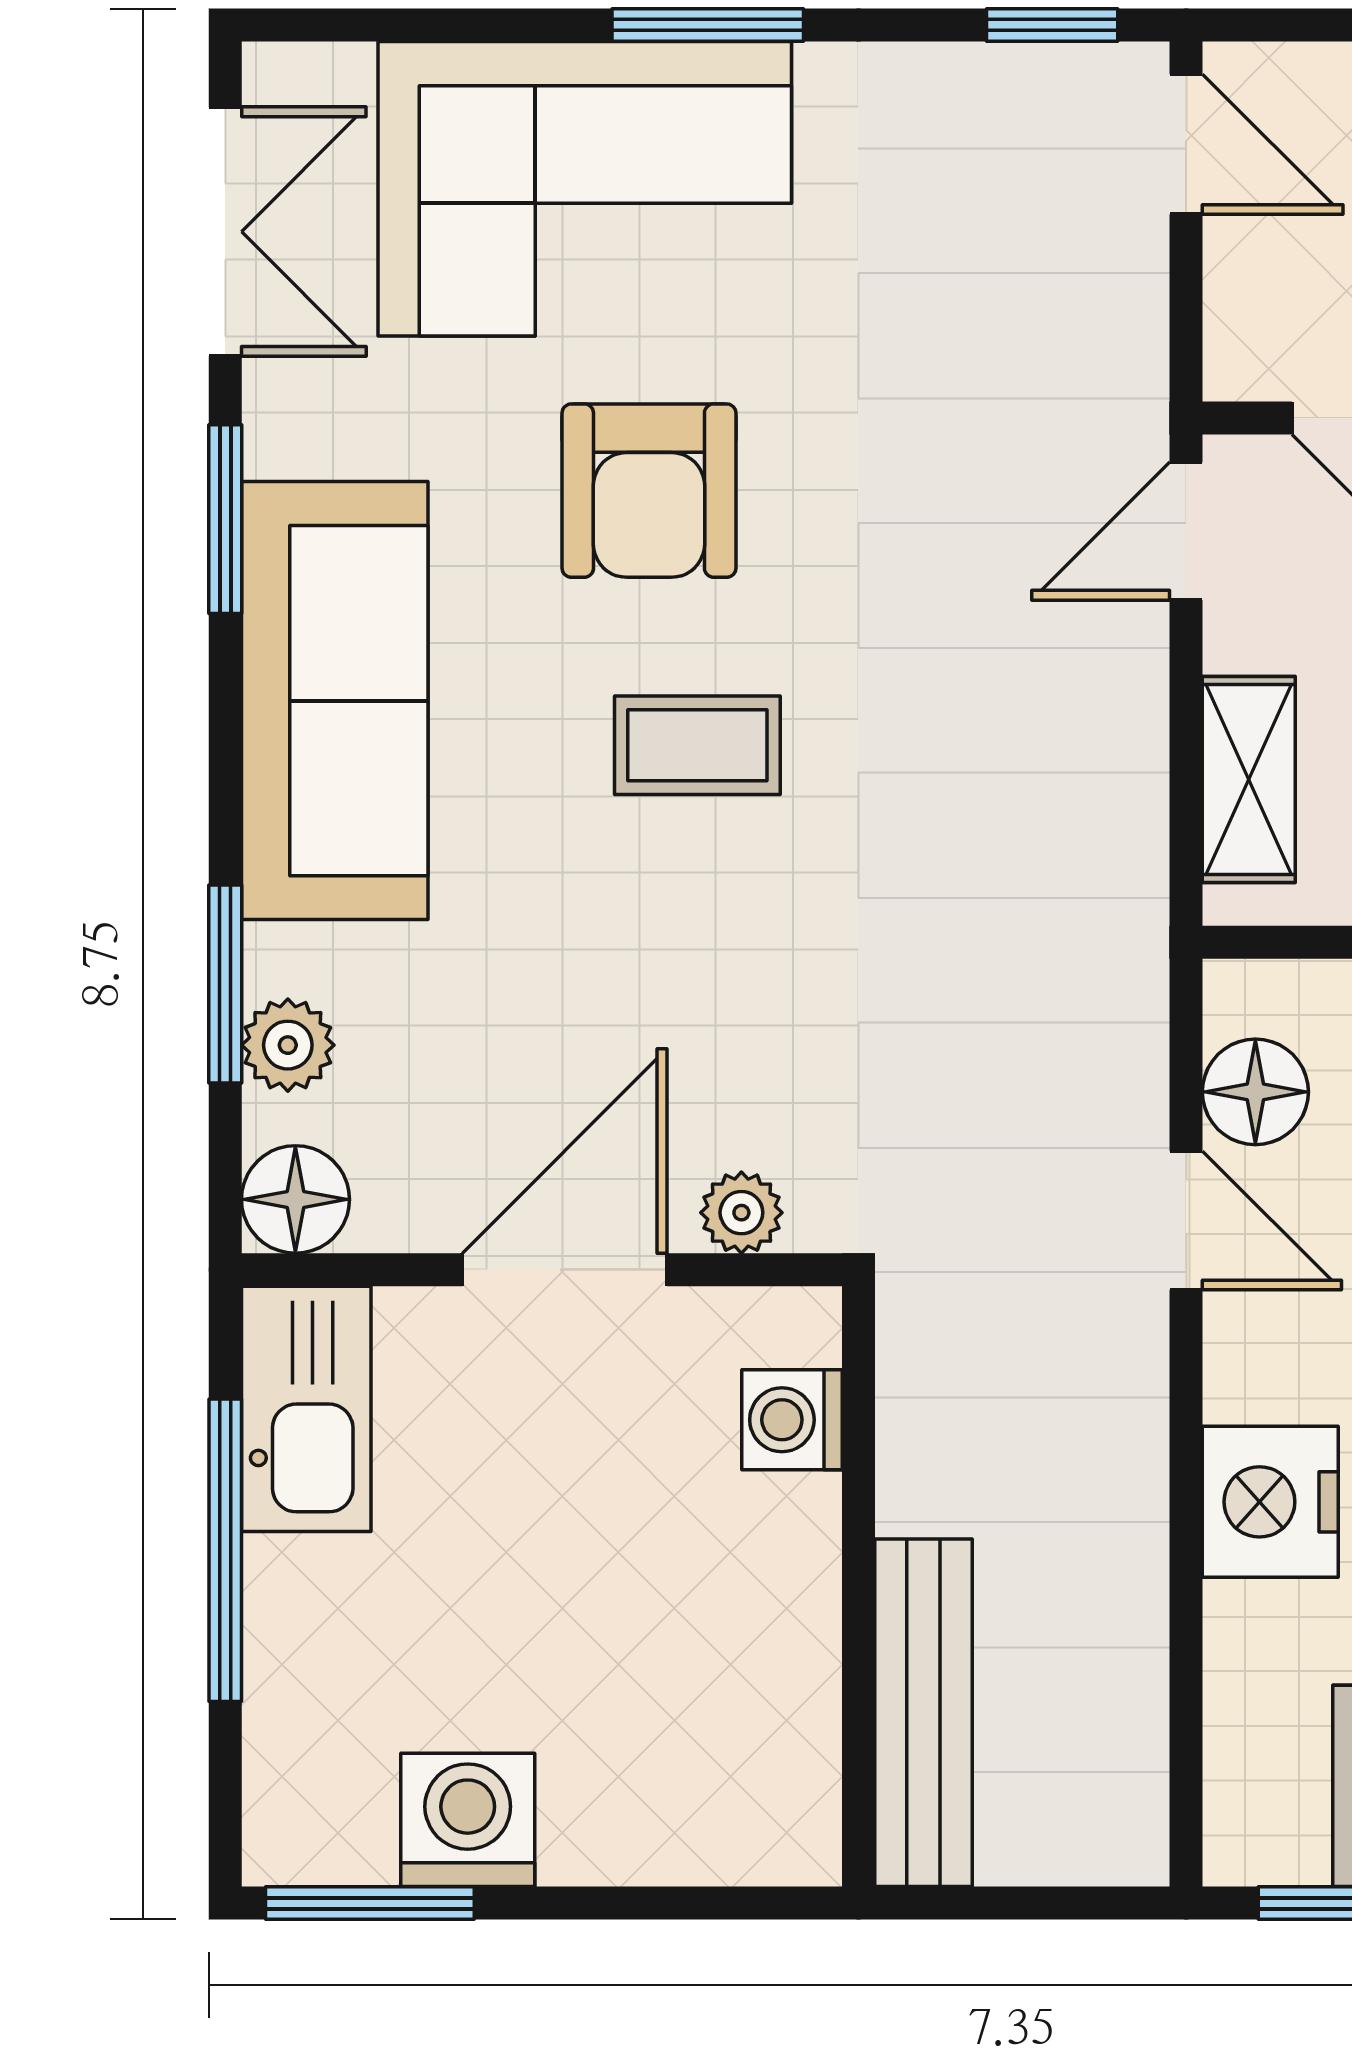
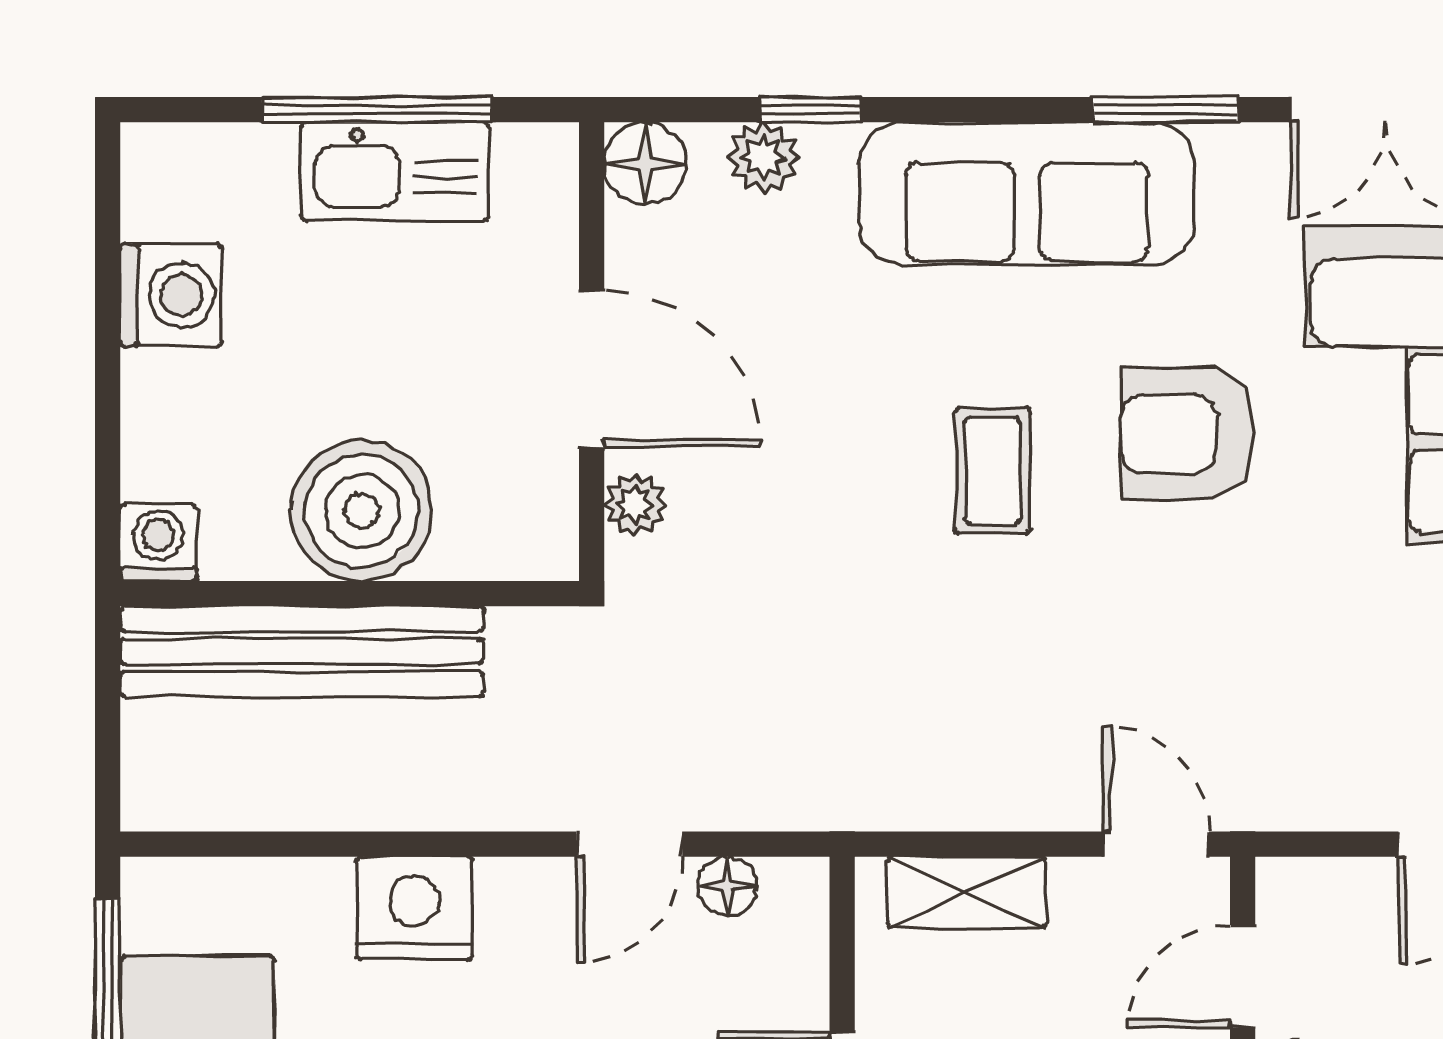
window: (225, 984) -> (810, 110), width x0.67
floor lamp: (1255, 1092) -> (728, 886), width x0.73, depth x0.73
kitchen sink: (306, 1409) -> (395, 172), moved
washing machine: (792, 1420) -> (158, 543), moved
boiler: (750, 1571) -> (362, 511), added
bench: (924, 1713) -> (302, 651), width x1.37, depth x1.21
window: (370, 1903) -> (108, 220), removed

